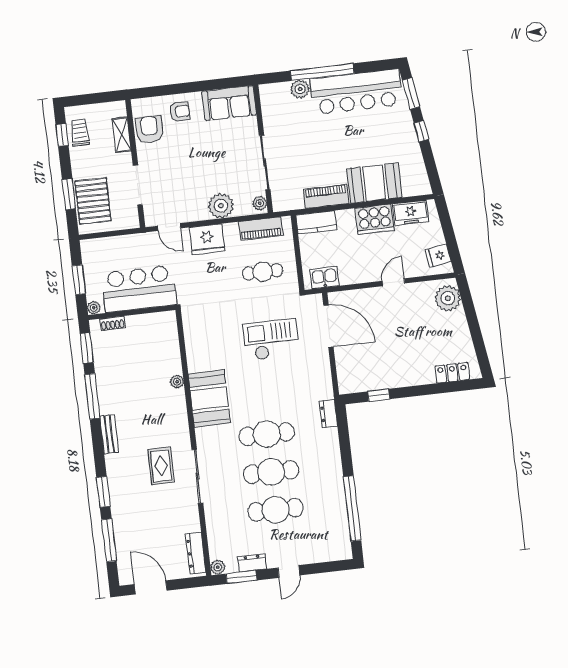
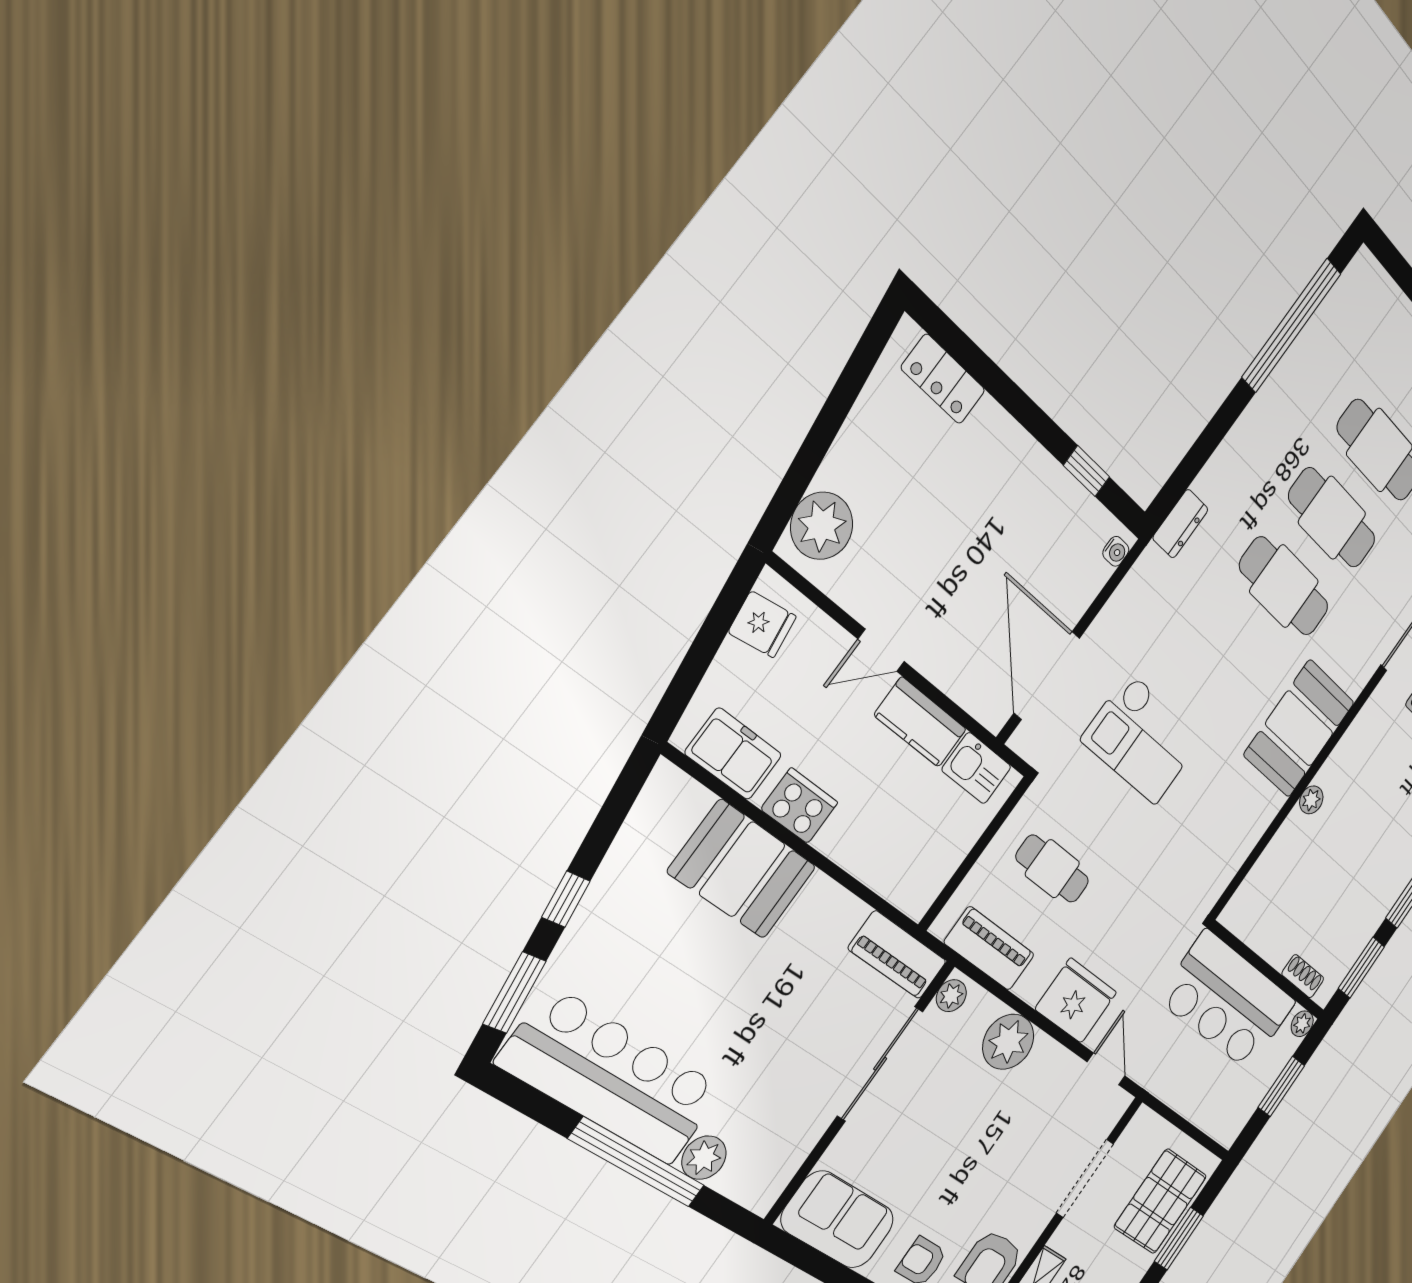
piano: (326, 196) -> (897, 955), moved
cooker: (375, 219) -> (799, 806), width x0.73, depth x0.76
kitchen counter: (316, 222) -> (920, 722), moved, turned 180
water cooler: (343, 383) -> (1116, 551), added

